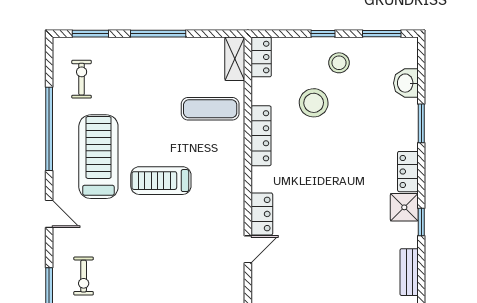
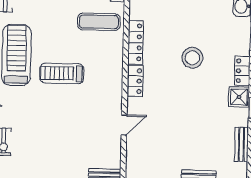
stool: (314, 103) -> (192, 58), moved
locker: (262, 214) -> (135, 81), moved

